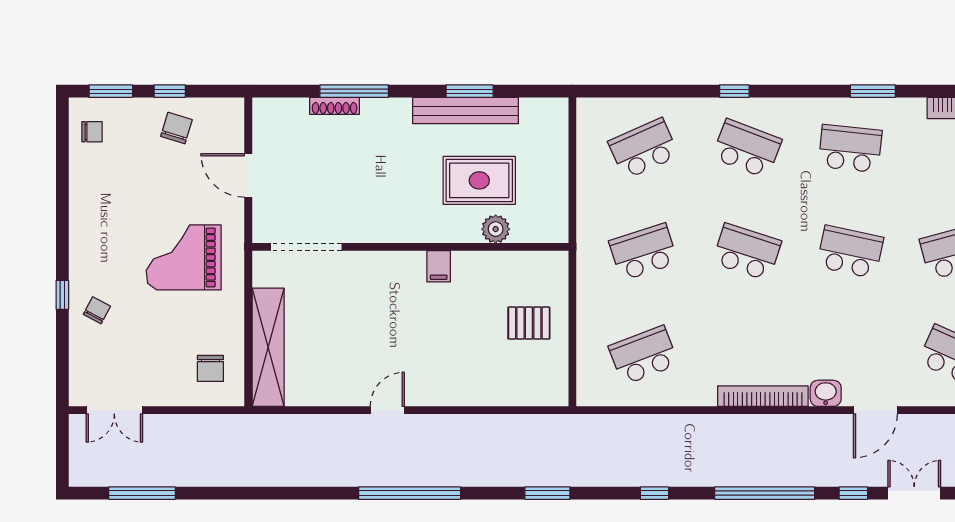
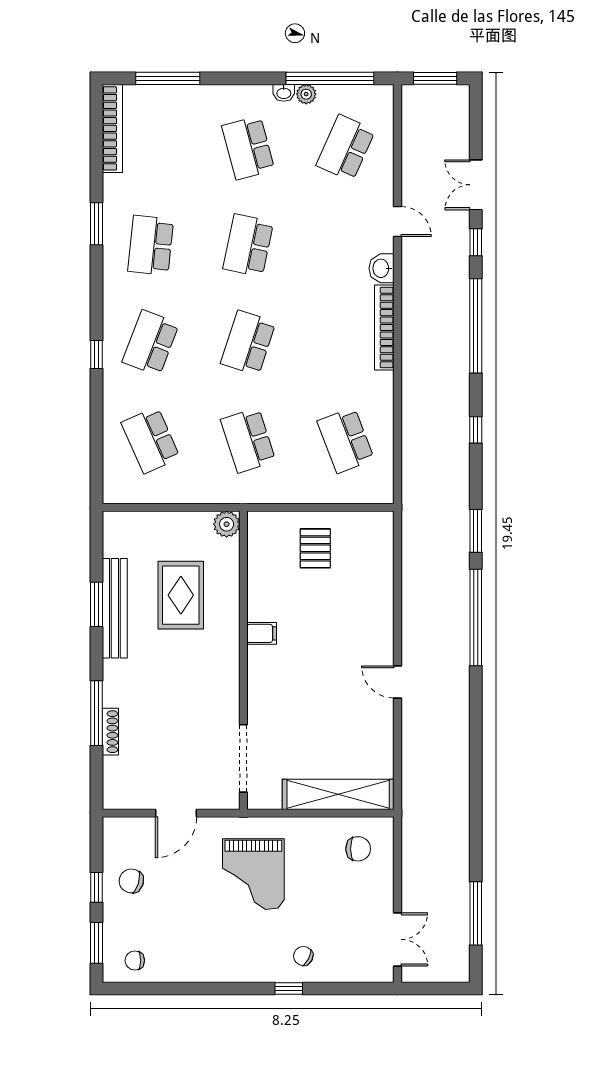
chair: (92, 132) -> (135, 960), turned -90
plant: (496, 229) -> (227, 524), moved
door: (875, 410) -> (397, 221), width x0.73
window: (410, 493) -> (476, 618), moved

